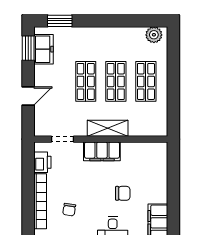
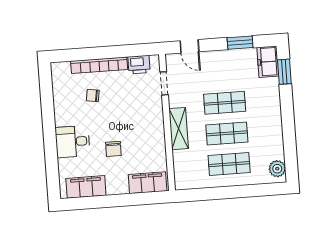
window: (28, 48) -> (240, 43), moved
freezer: (44, 49) -> (268, 62), moved, turned 90
door: (28, 96) -> (189, 46), moved
filing cabinet: (102, 151) -> (148, 183), moved, turned 90

